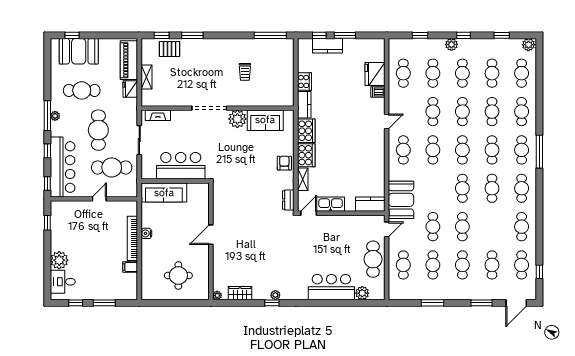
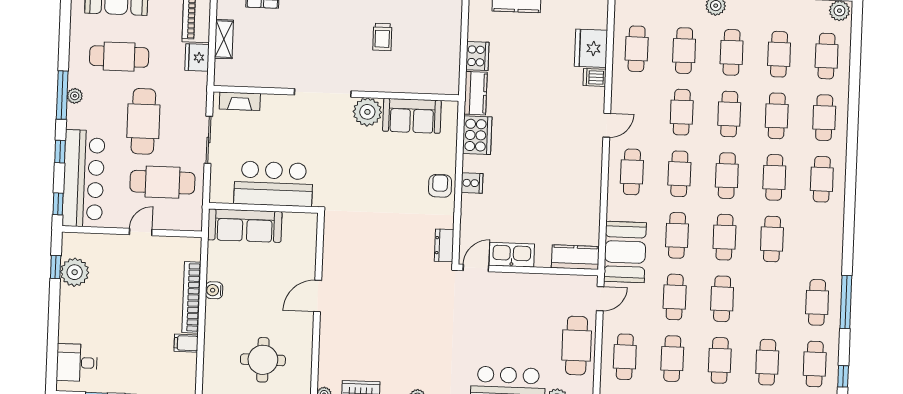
window: (539, 152) -> (846, 302), moved
cooker: (306, 155) -> (472, 183), width x0.53, depth x0.76
shelving: (303, 179) -> (468, 213), removed
cafe table: (522, 188) -> (677, 235), moved
plant: (59, 260) -> (75, 272), moved

